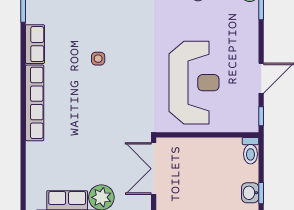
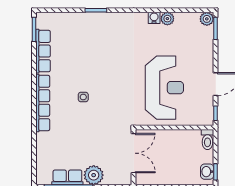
row of seats: (35, 44) -> (43, 51), width x1.48
side table: (98, 59) -> (83, 97), moved
double door: (154, 169) -> (134, 153), swing flipped

